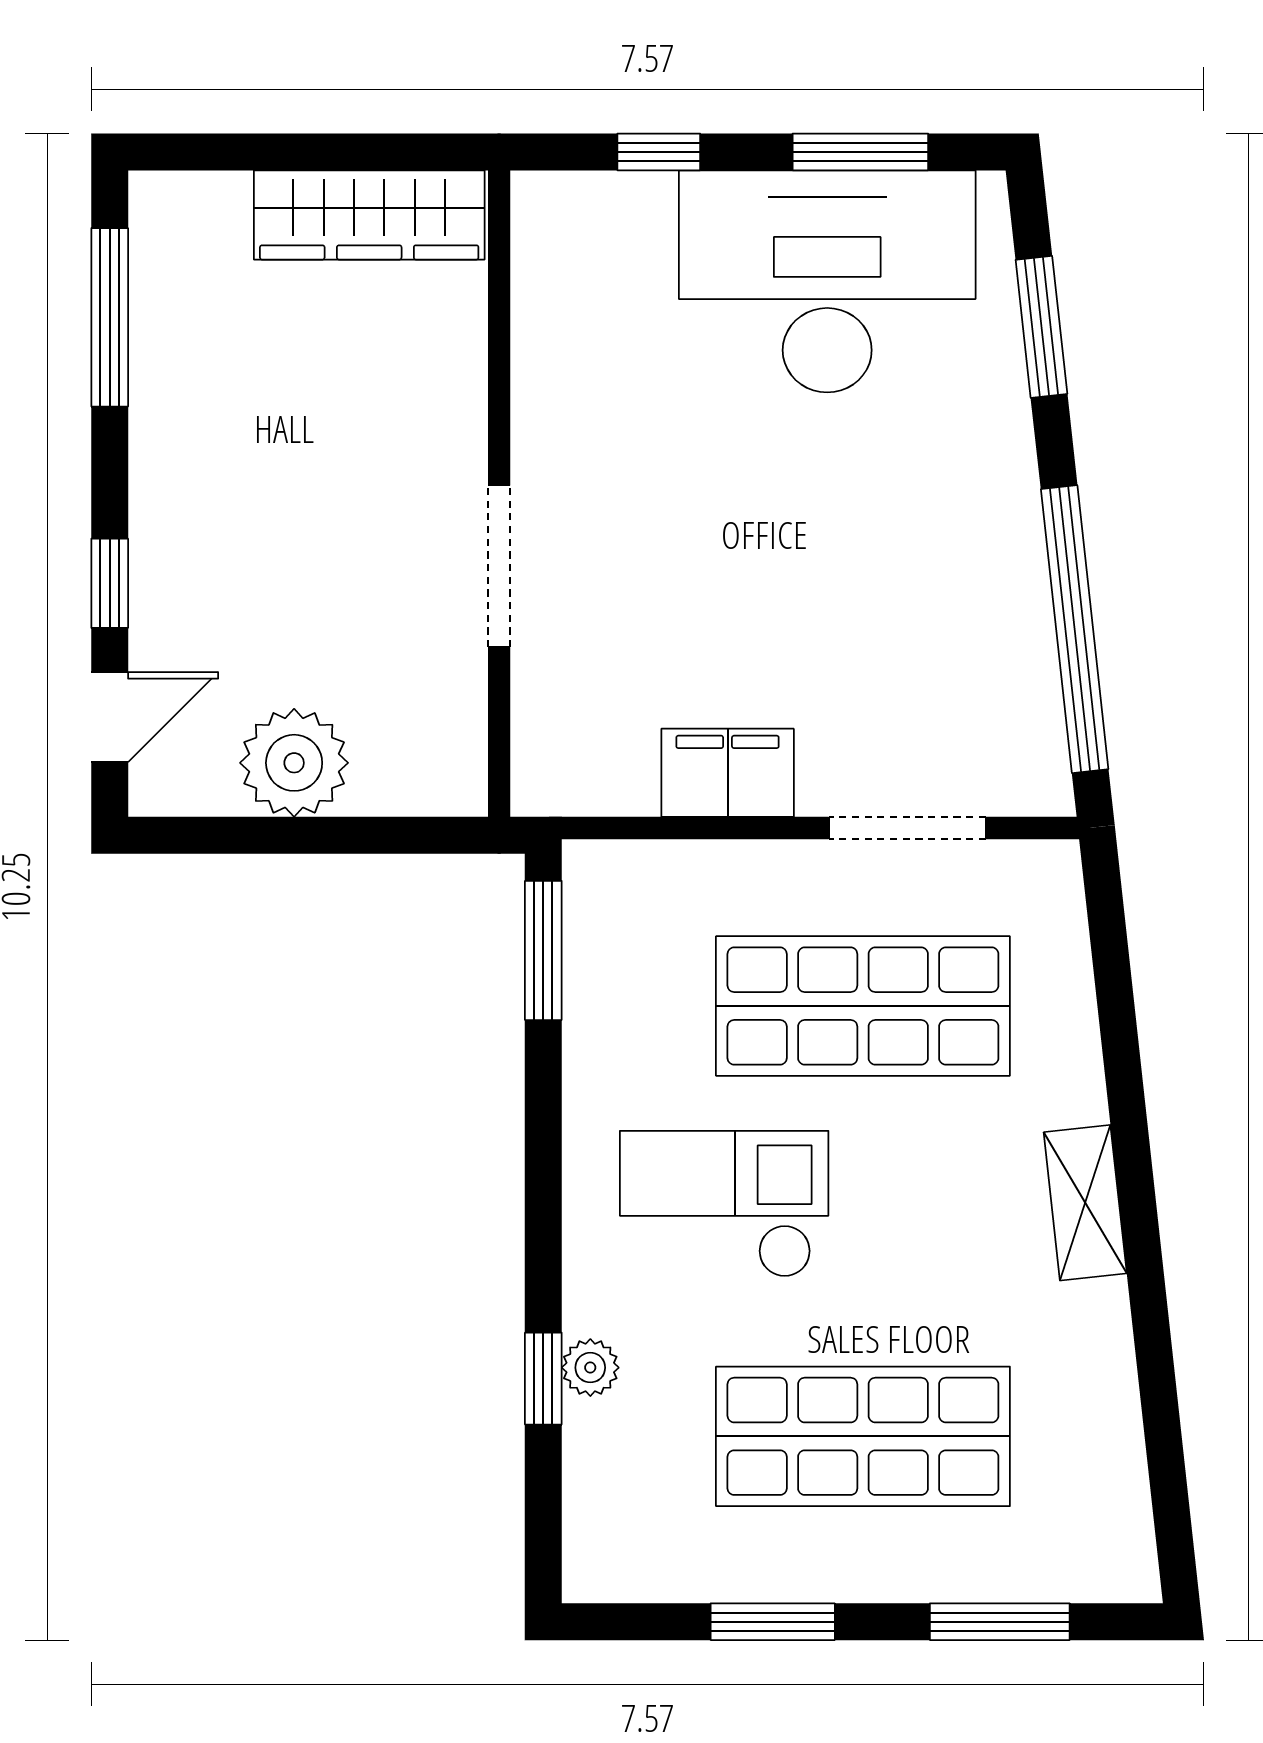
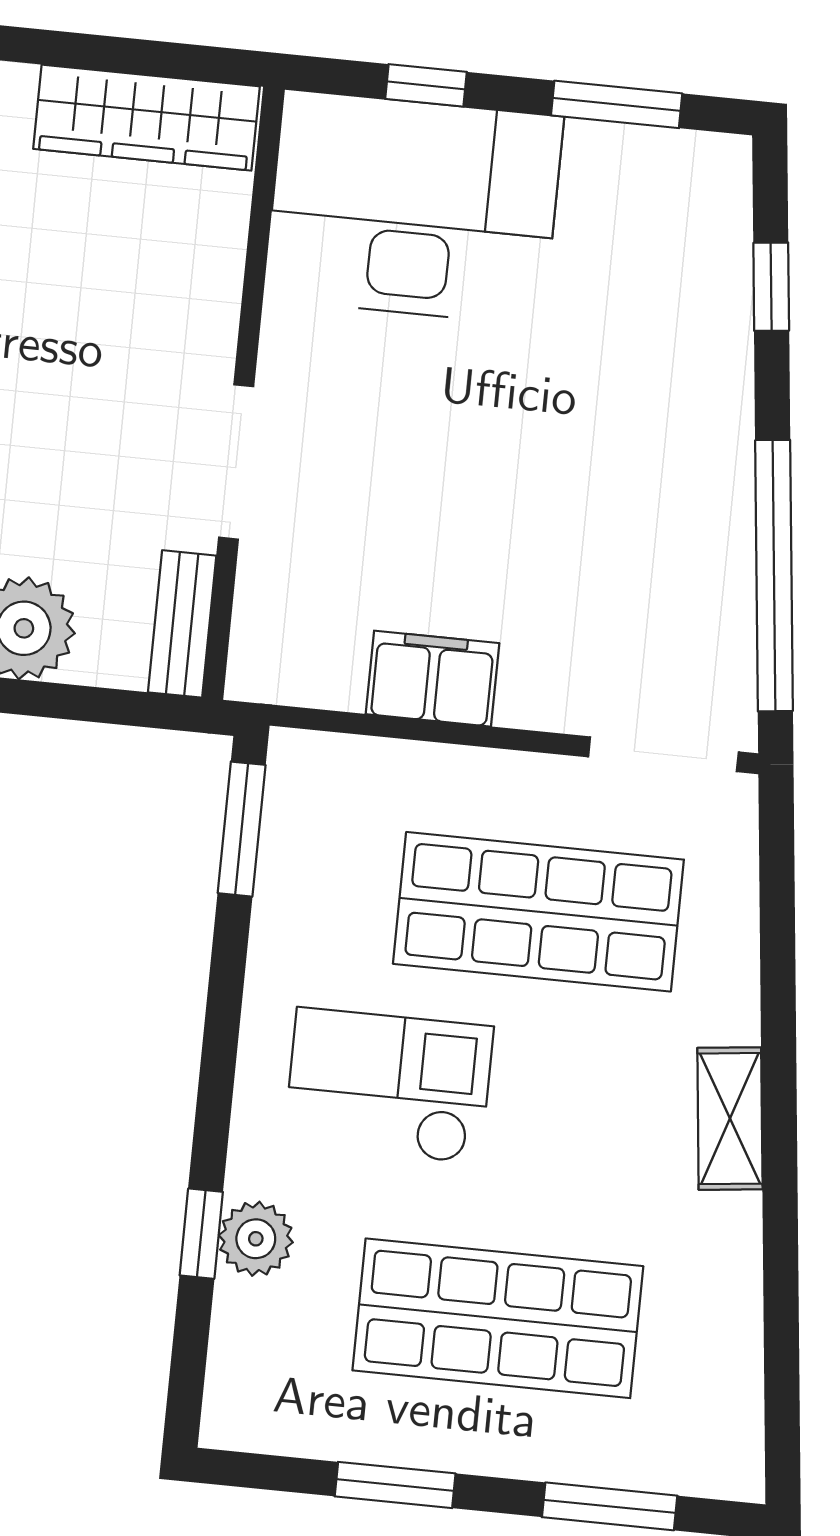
desk: (827, 281) -> (414, 208), moved
window: (1041, 327) -> (771, 287), width x0.67
bench: (459, 742) -> (182, 624), added
doorway: (907, 828) -> (663, 754), moved
plant: (590, 1368) -> (256, 1239), width x1.38, depth x1.38

